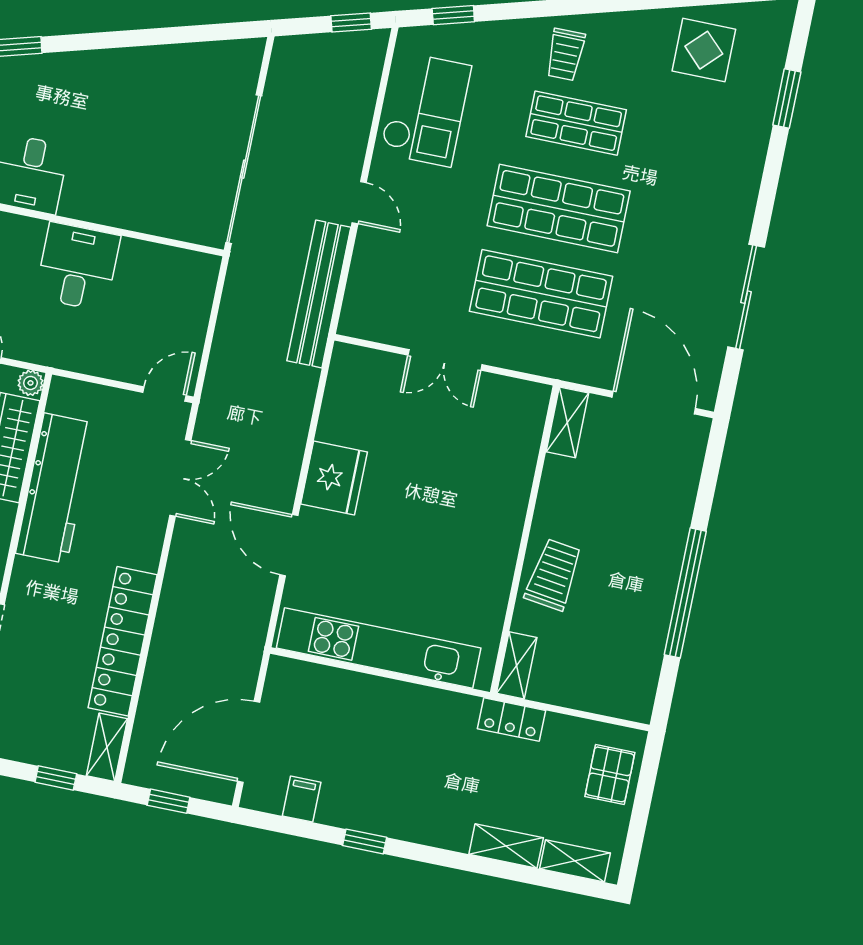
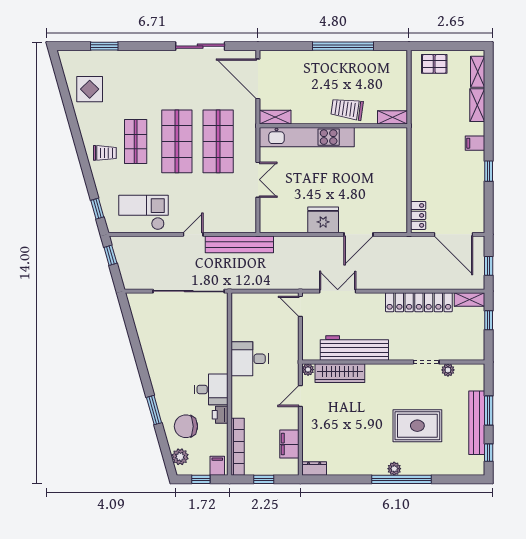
door: (654, 403) -> (258, 79), hinge flipped
kitchen unit: (379, 648) -> (307, 137), moved, turned -90
locker: (511, 720) -> (418, 215), moved
filing cabinet: (302, 799) -> (475, 143), moved

